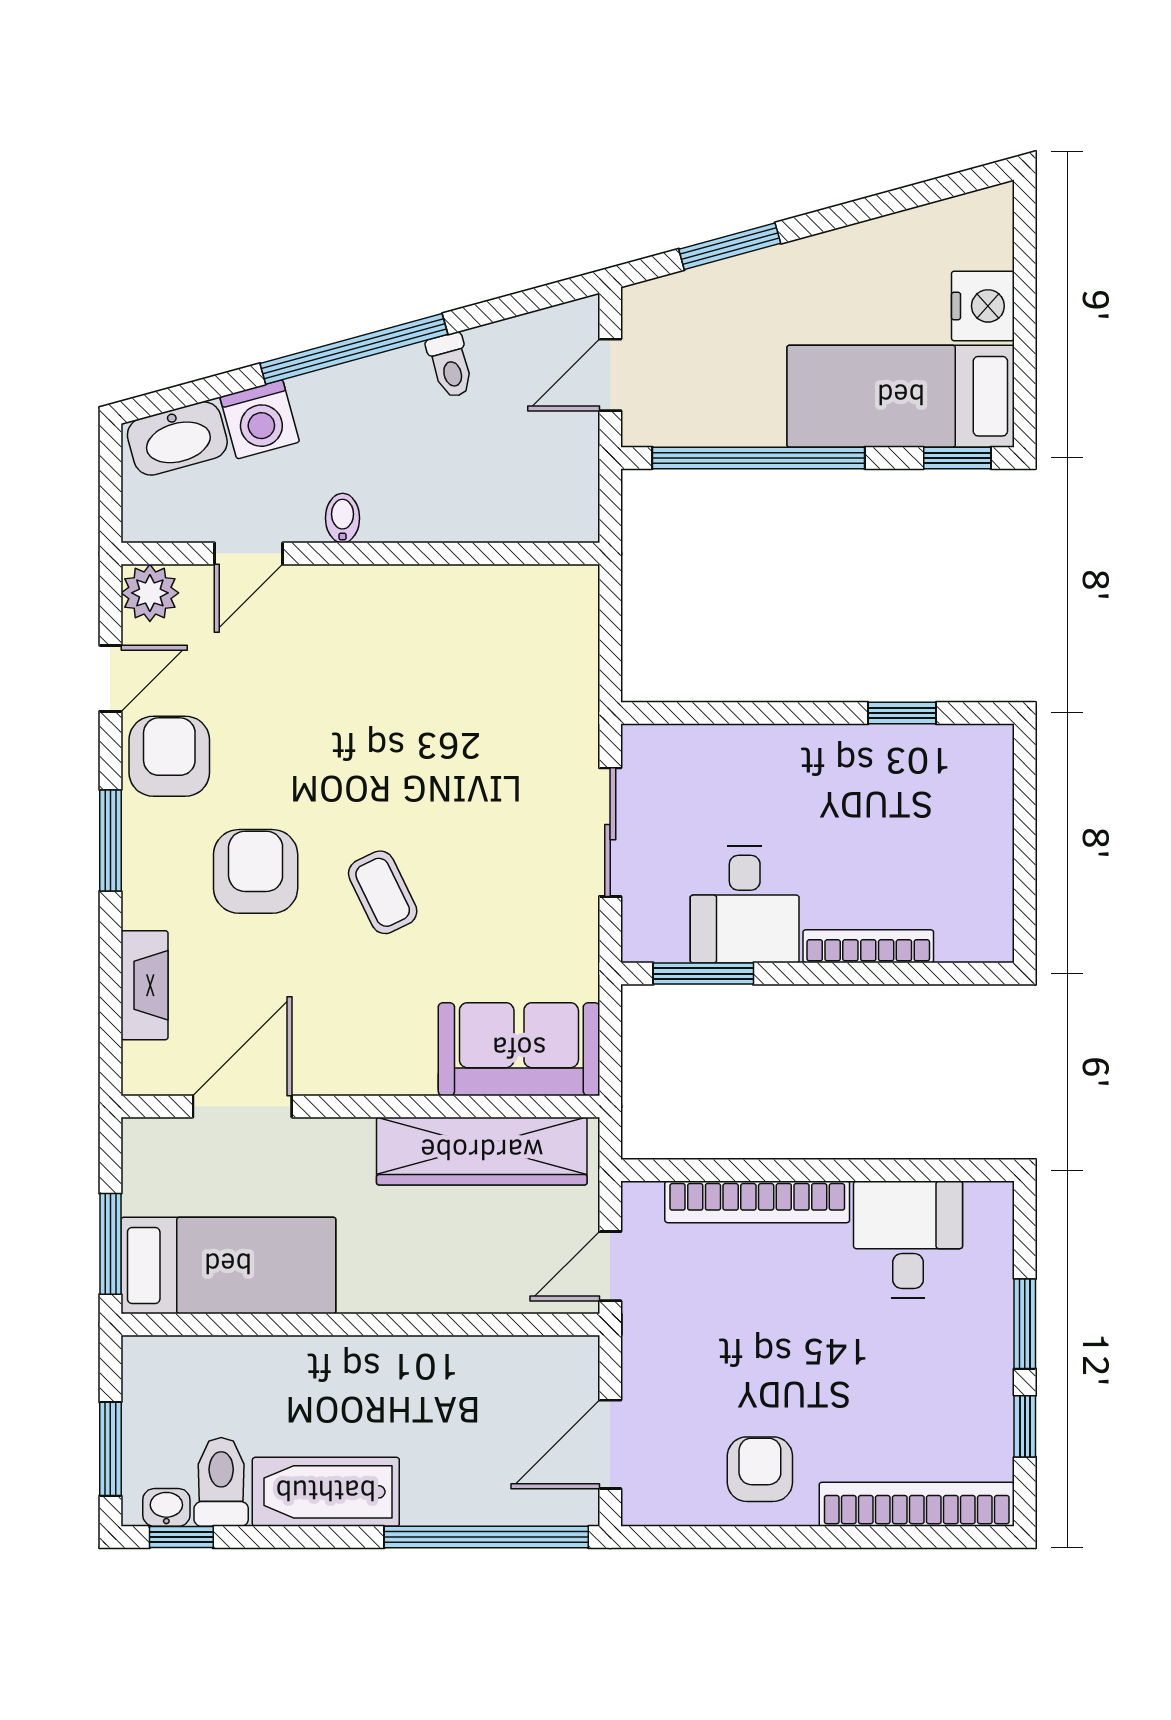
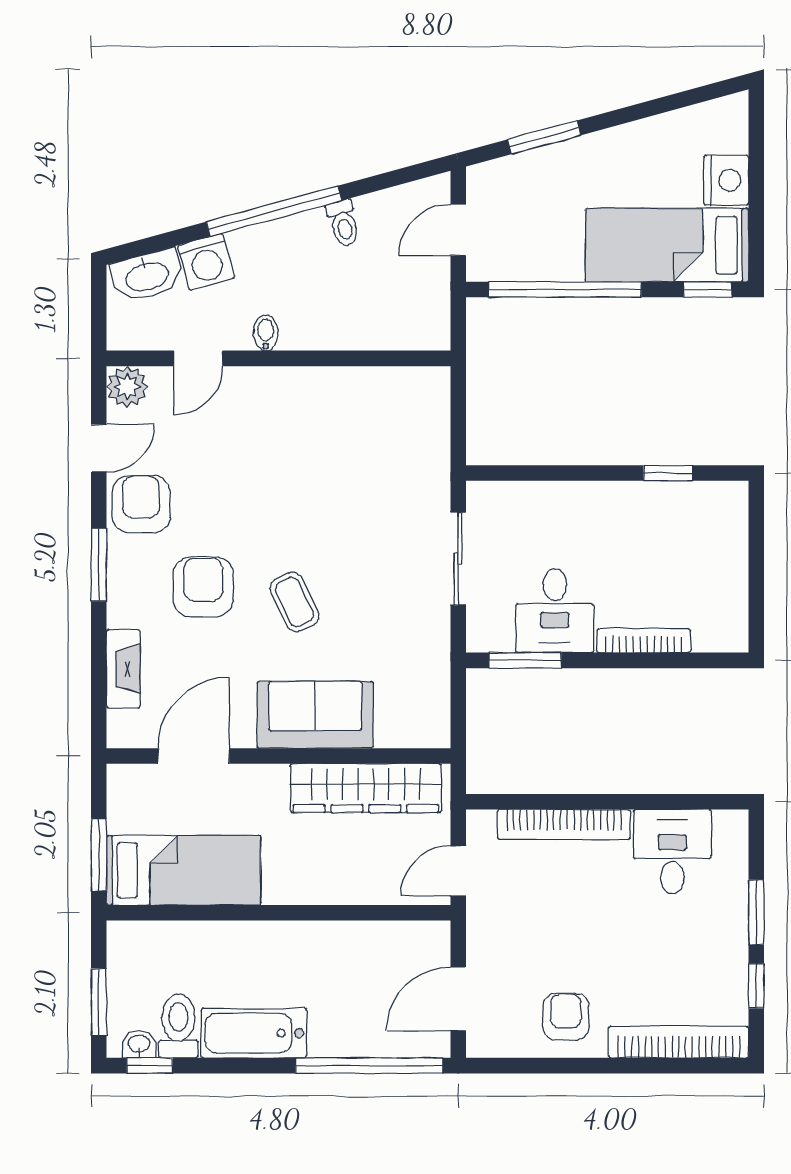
sofa: (519, 1049) -> (315, 715), moved

